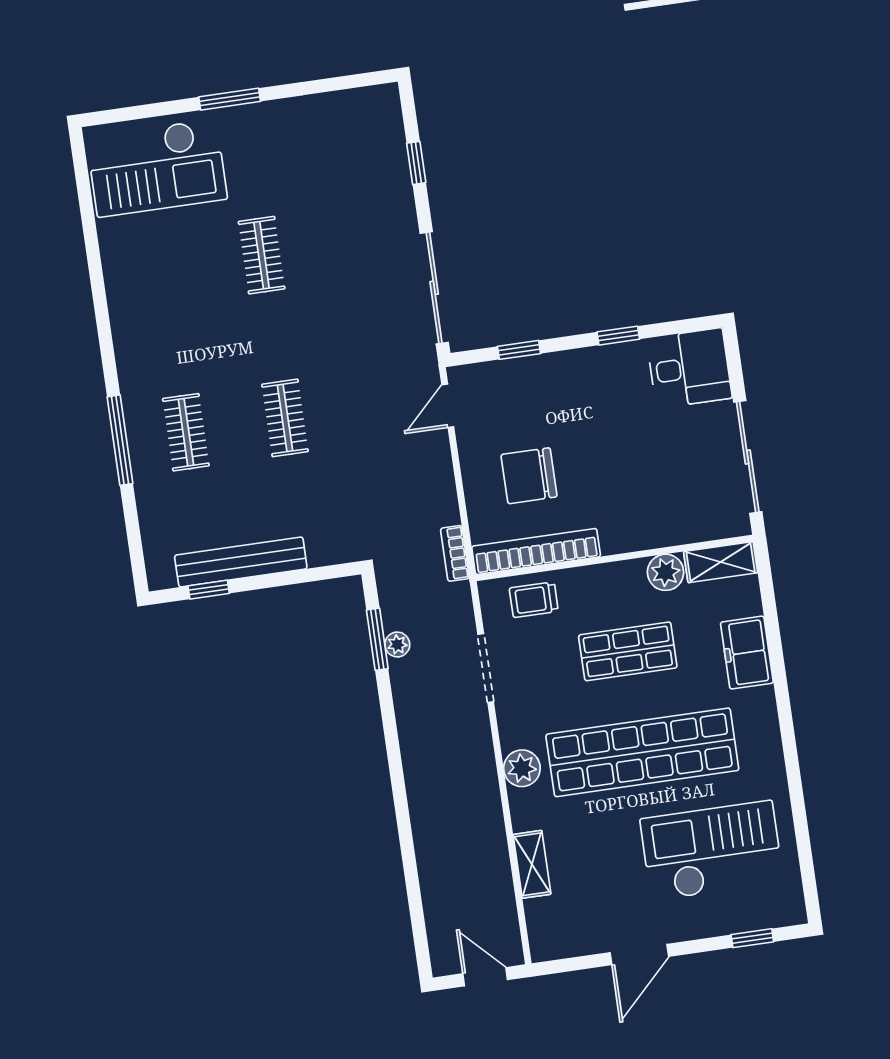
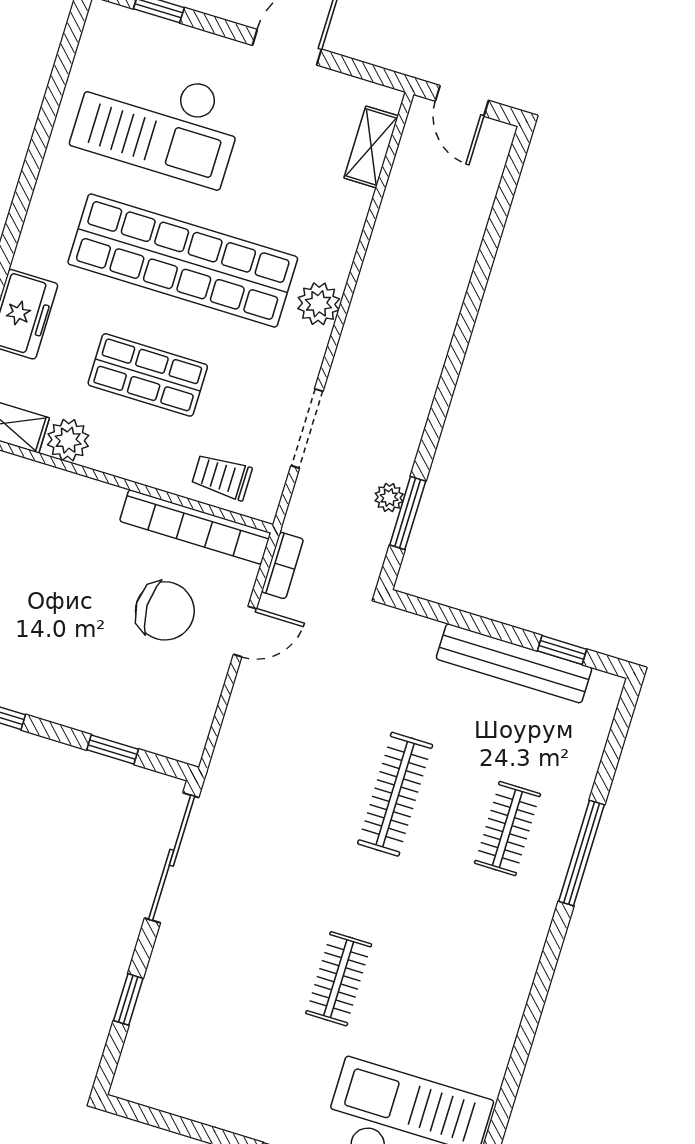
door: (448, 406) -> (245, 632), moved
clothes rail: (285, 418) -> (395, 794), width x1.36
trolley: (534, 600) -> (222, 477), turned 180
shelving: (532, 864) -> (371, 147), moved

